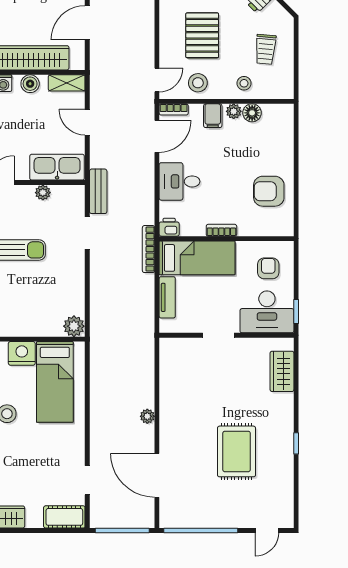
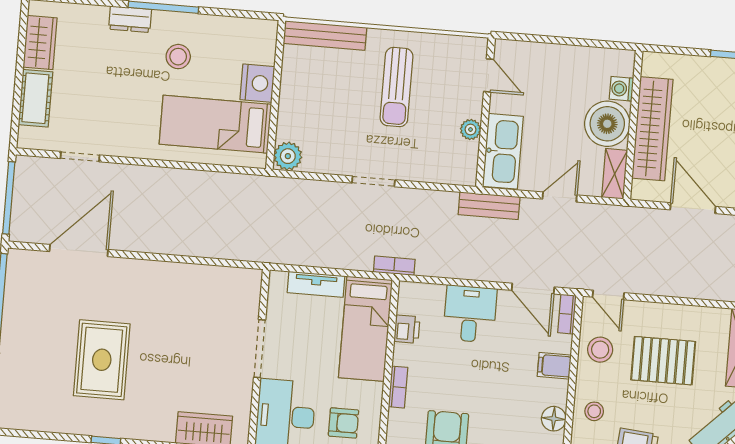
boiler: (30, 84) -> (607, 124), width x1.86, depth x1.86
plant: (234, 111) -> (558, 394), removed
bench: (98, 191) -> (489, 206), moved
printer: (169, 227) -> (407, 329), moved
bookcase: (221, 230) -> (398, 387), moved
doorway: (87, 233) -> (373, 181), moved
bookcase: (149, 249) -> (394, 266), width x0.64
doorway: (218, 335) -> (260, 349), width x1.38
plant: (147, 416) -> (159, 244), removed
rug: (237, 451) -> (102, 360), turned 90
cot: (64, 517) -> (35, 98), moved

